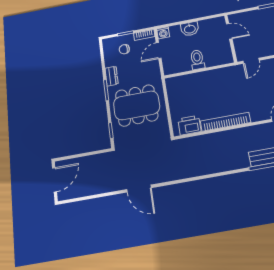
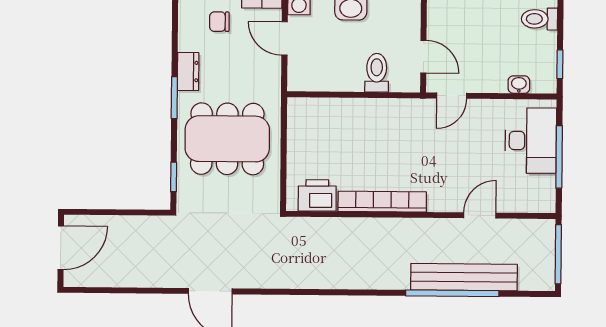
door: (229, 31) -> (423, 57), moved
door: (159, 50) -> (285, 38), hinge flipped
toilet: (197, 60) -> (377, 73), moved

